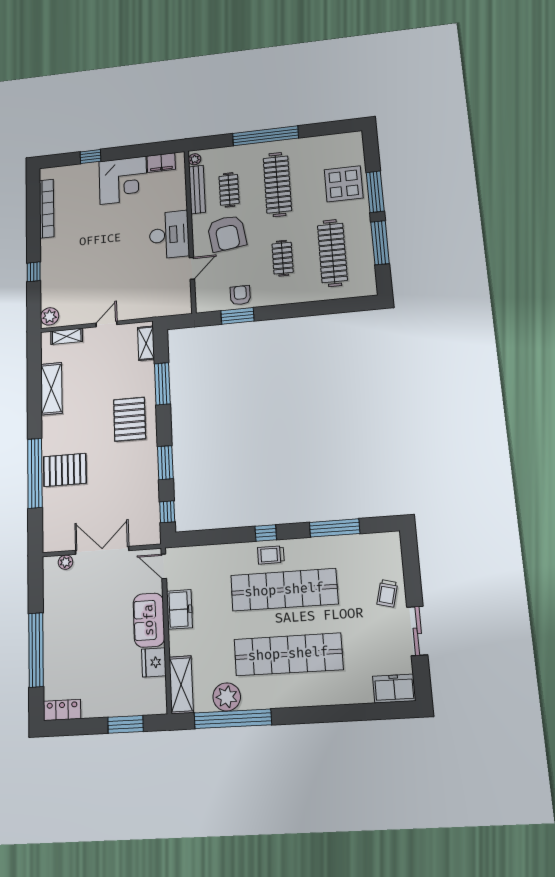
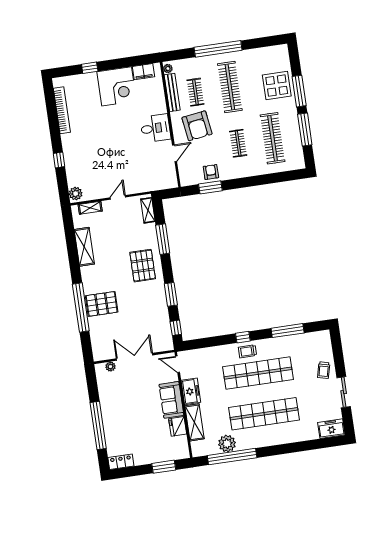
desk: (169, 235) -> (155, 128), width x0.73
shelving: (181, 685) -> (195, 422), moved

